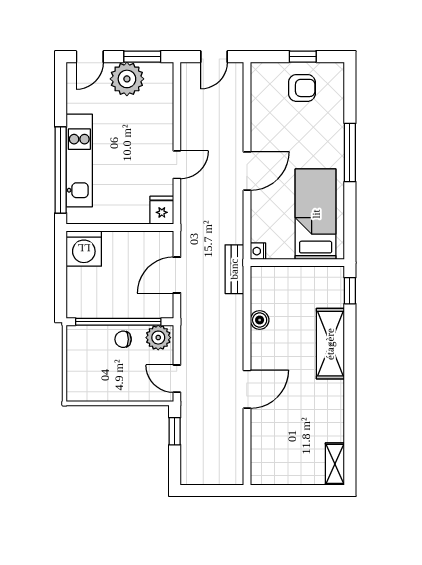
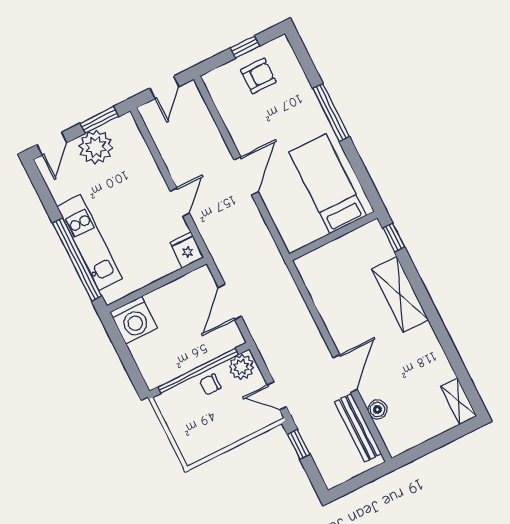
nightstand: (258, 251) -> (292, 243), removed
bench: (234, 269) -> (358, 428), moved, width x1.36
boiler: (260, 320) -> (377, 409), moved

